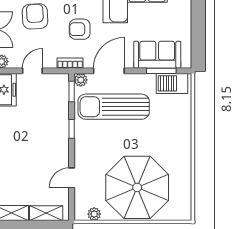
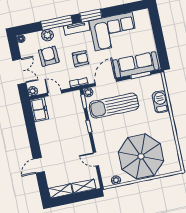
armchair: (80, 29) -> (80, 59), turned 180
sofa: (157, 55) -> (136, 65), width x1.36
door: (32, 71) -> (55, 93), hinge flipped
barbecue: (172, 83) -> (161, 102), moved, turned 90
door: (72, 178) -> (96, 159), hinge flipped

